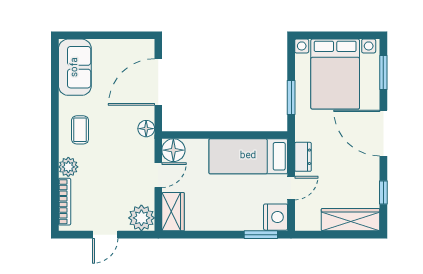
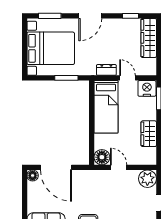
floor lamp: (146, 129) -> (33, 175), moved
door: (383, 133) -> (90, 16), width x0.73
wardrobe: (173, 212) -> (149, 134), moved, turned -90

